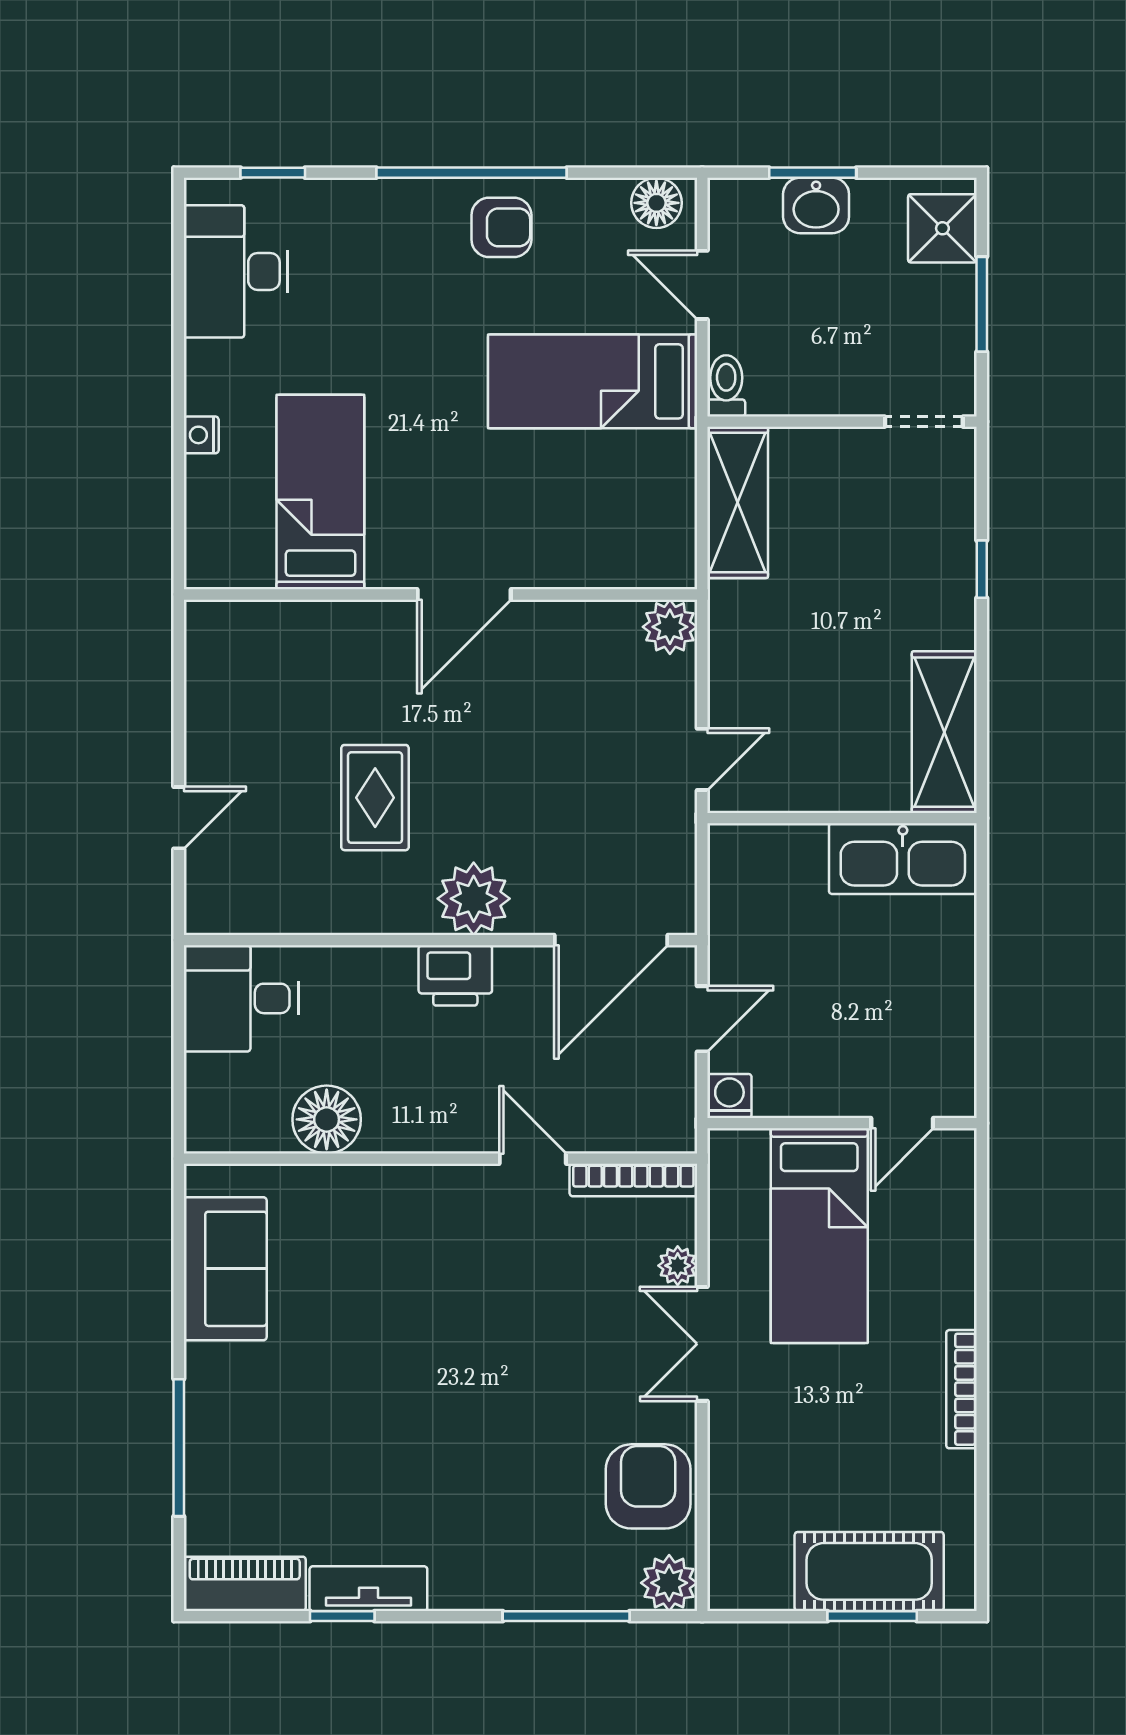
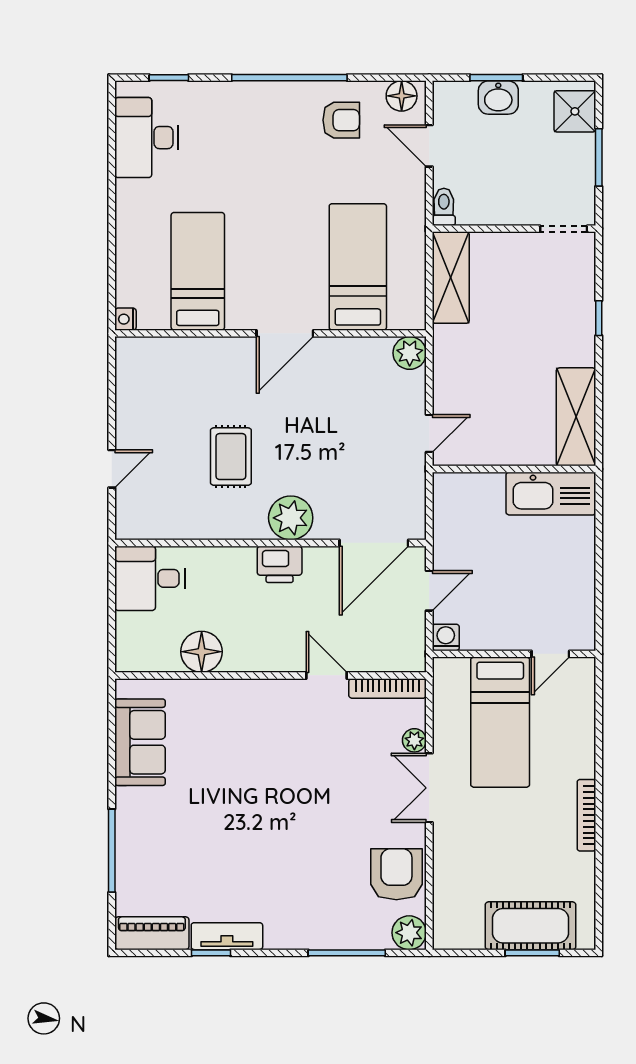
armchair: (501, 227) -> (341, 120), moved
bed: (593, 381) -> (358, 267), moved, turned 90
nightstand: (201, 435) -> (125, 319), moved

